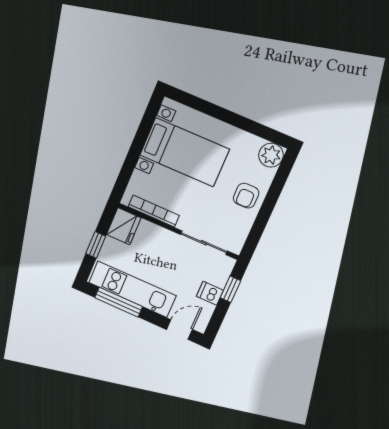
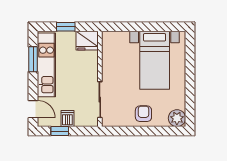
armchair: (246, 196) -> (143, 114), turned 90
bookcase: (154, 211) -> (106, 57), removed
window: (230, 289) -> (60, 131), moved
window: (119, 302) -> (33, 59), width x0.69

